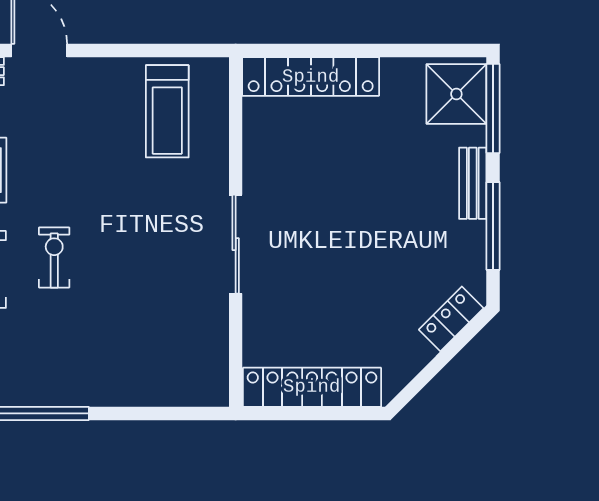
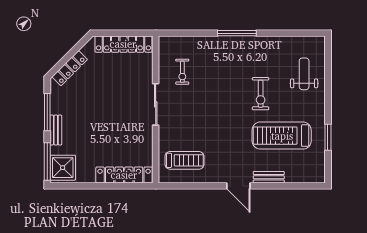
treadmill: (167, 111) -> (184, 160), turned 90
exercise bike: (54, 258) -> (182, 72), moved
locker: (451, 319) -> (70, 68), width x1.53

